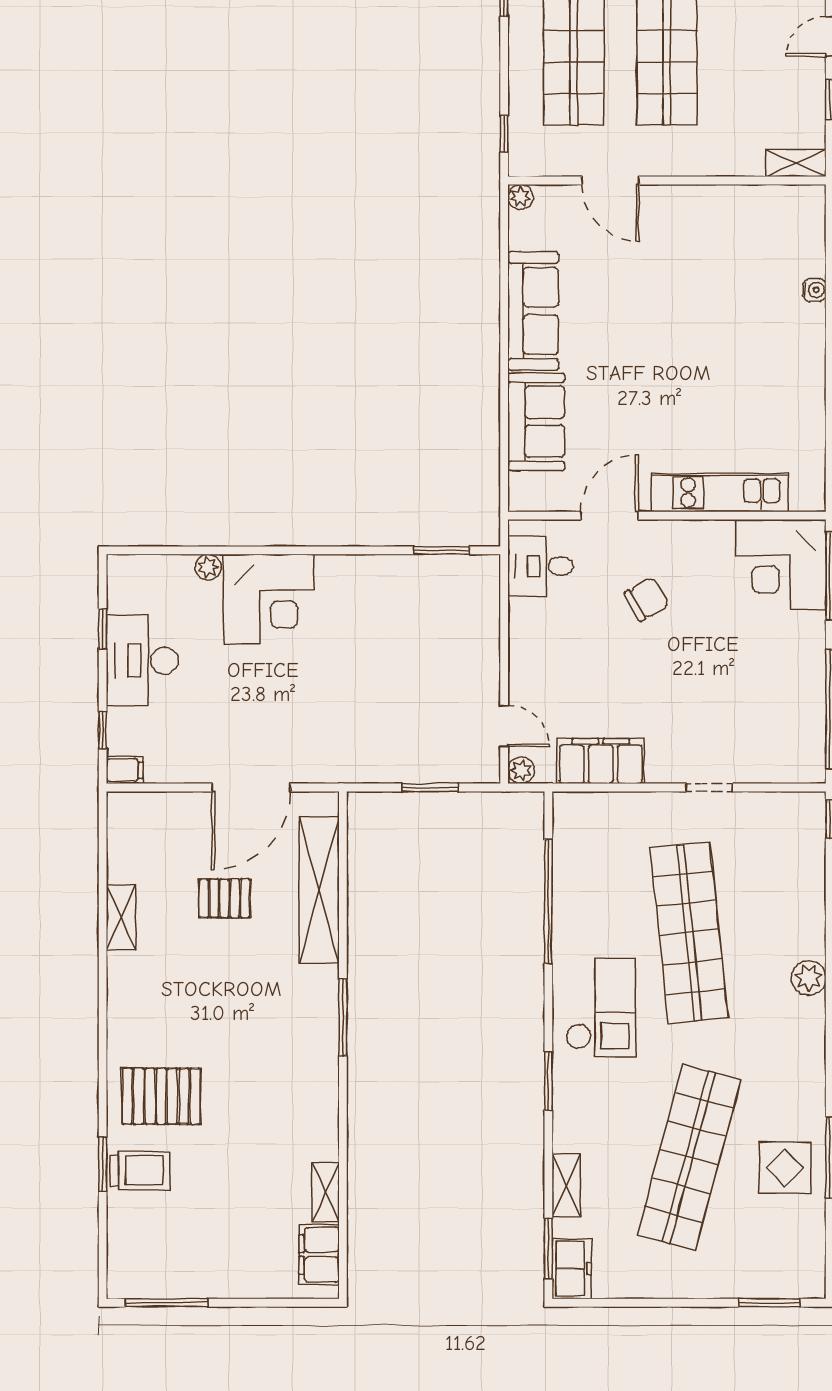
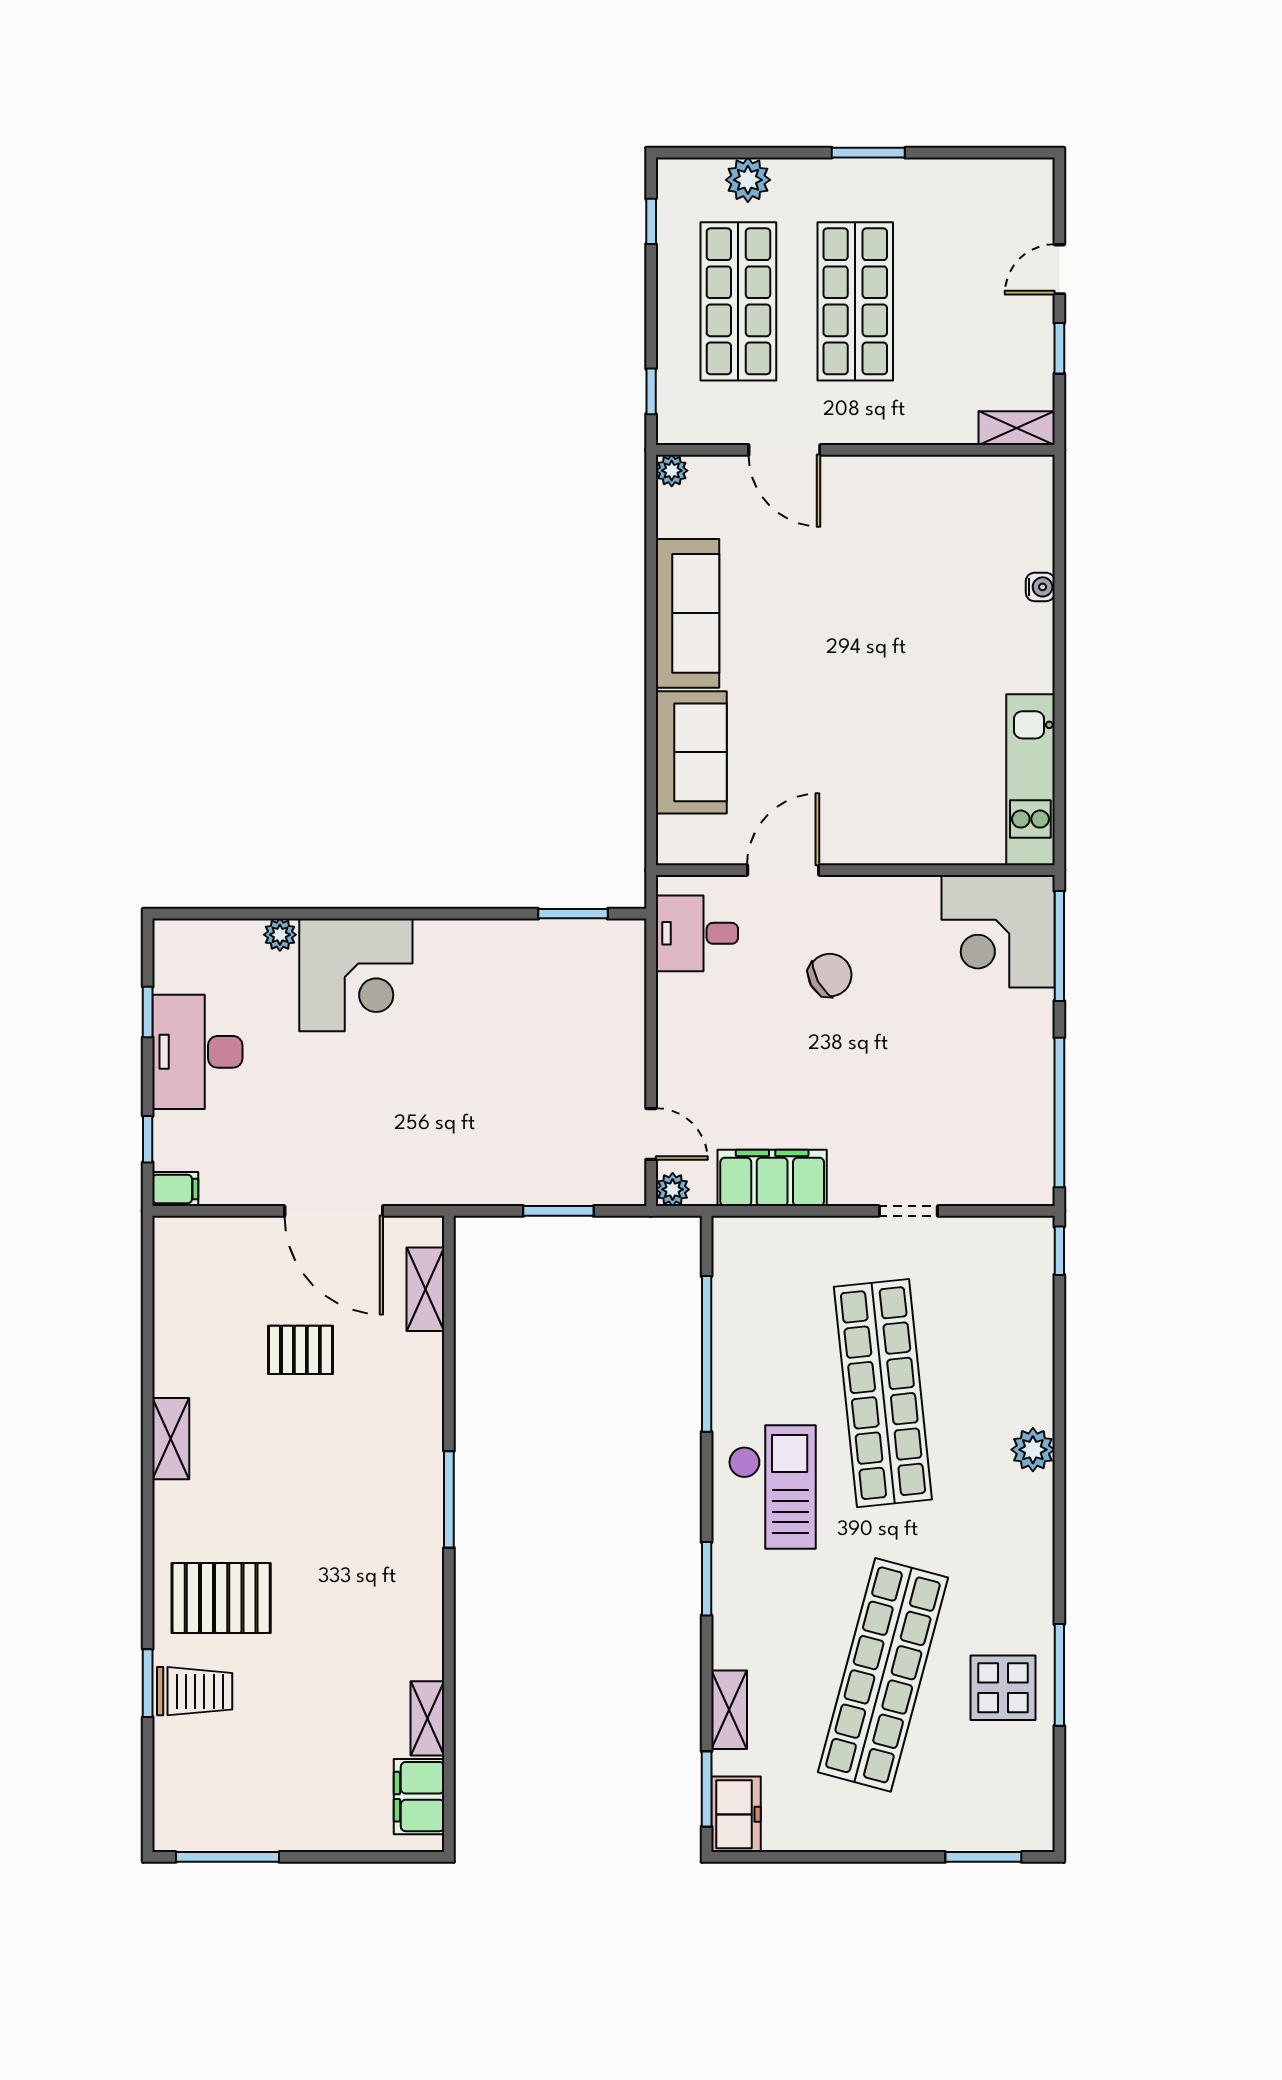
kitchen unit: (720, 493) -> (1030, 780), moved, turned -90
door: (251, 787) -> (334, 1211), hinge flipped
shelving: (319, 890) -> (425, 1289), width x0.45, depth x0.75
shelving: (121, 917) -> (171, 1439), moved

